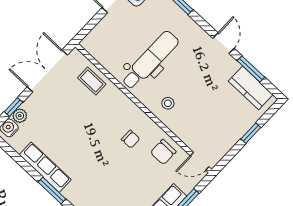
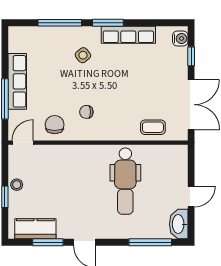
stool: (168, 103) -> (17, 185), moved
plant: (20, 116) -> (181, 54), removed
side table: (93, 184) -> (83, 55), added

